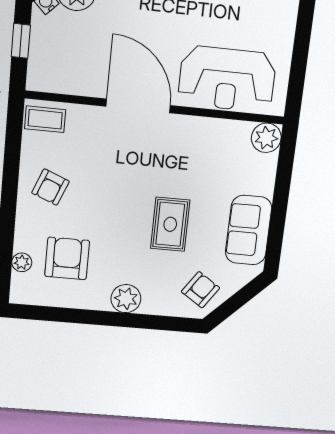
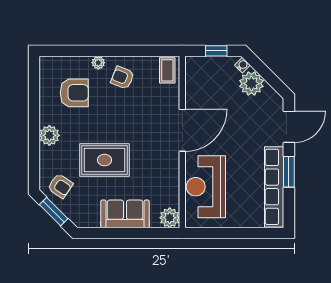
rug: (170, 224) -> (104, 160), width x1.36, depth x1.43
sofa: (249, 230) -> (125, 214), moved
plant: (22, 262) -> (98, 63), moved
window: (236, 302) -> (54, 212), added

